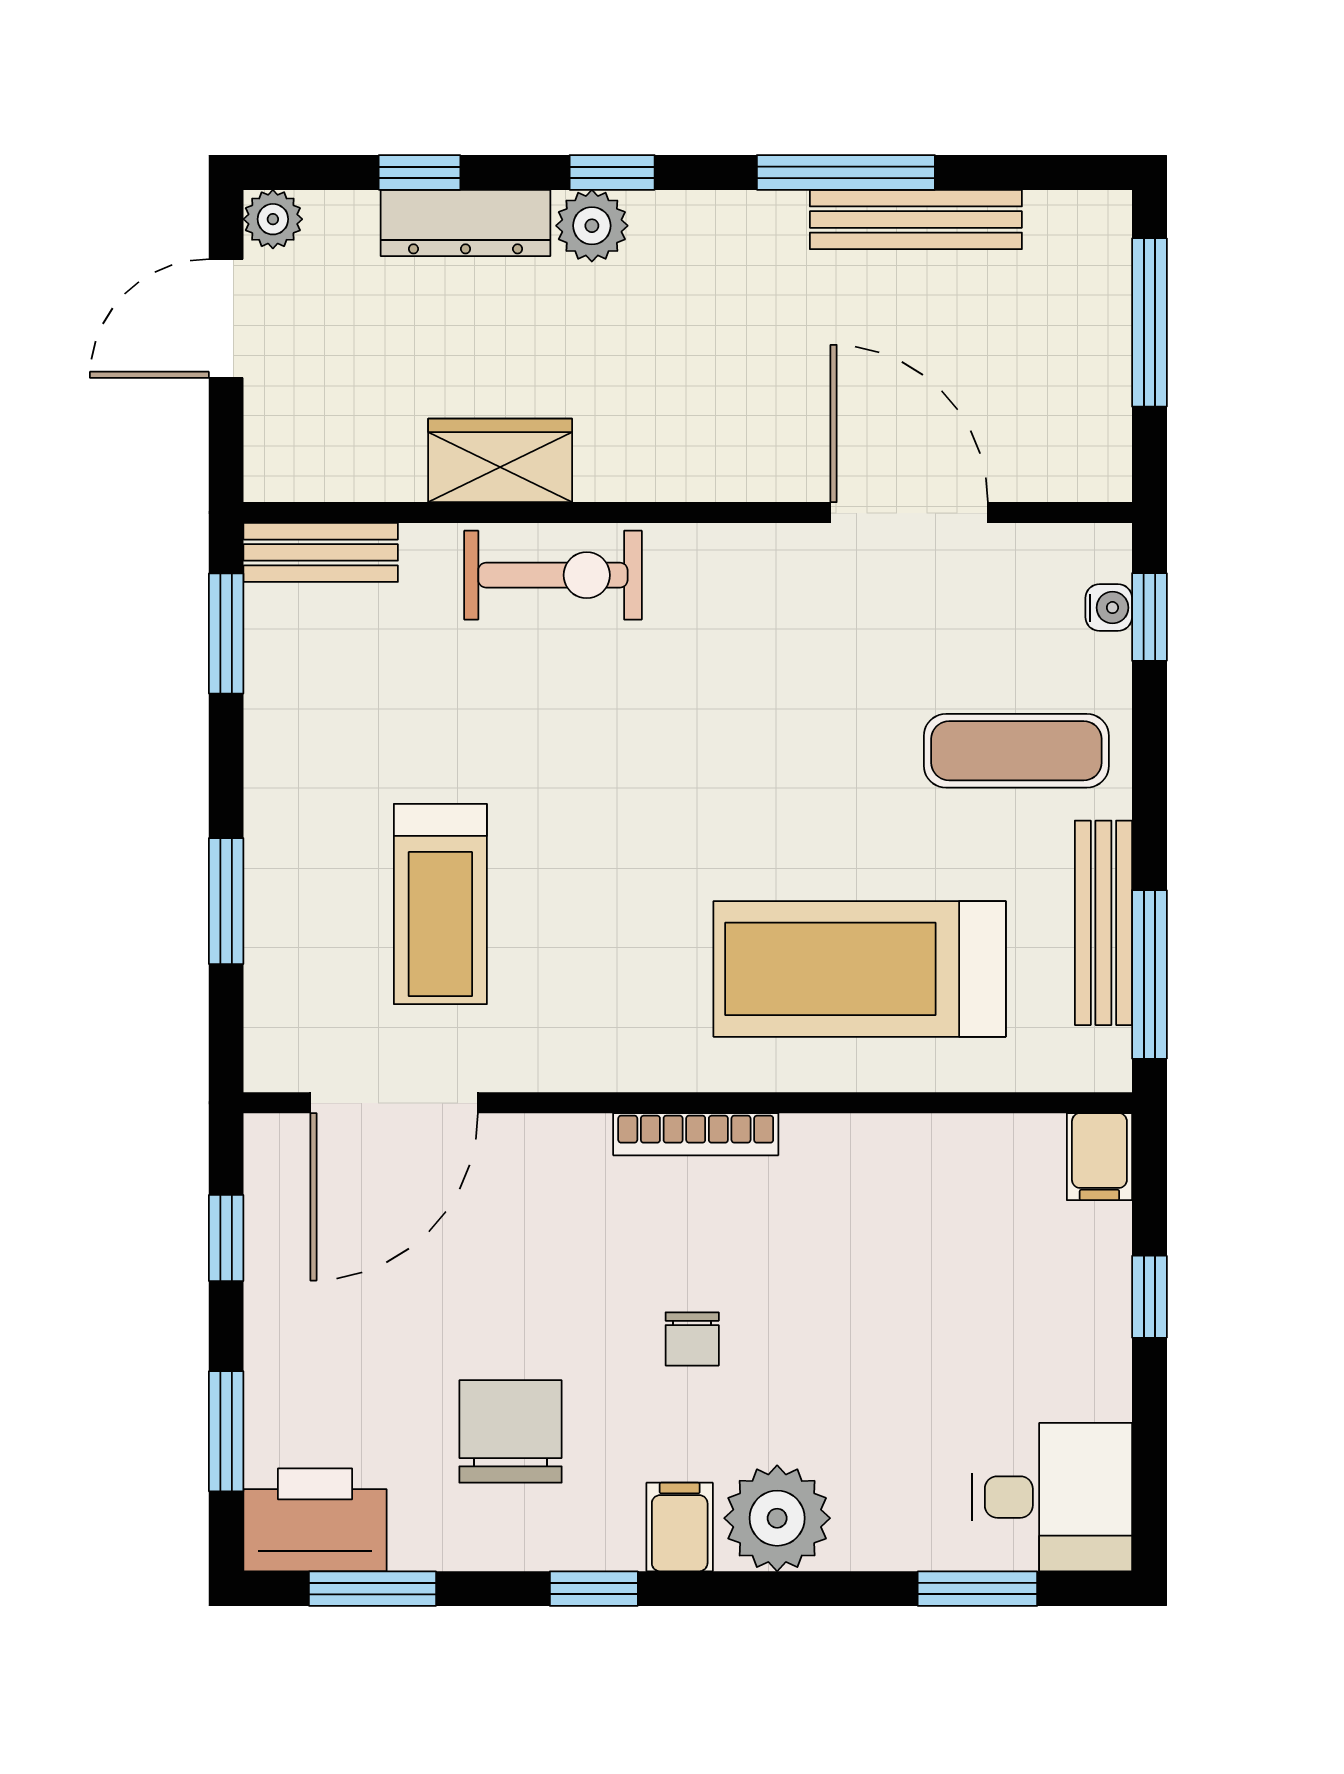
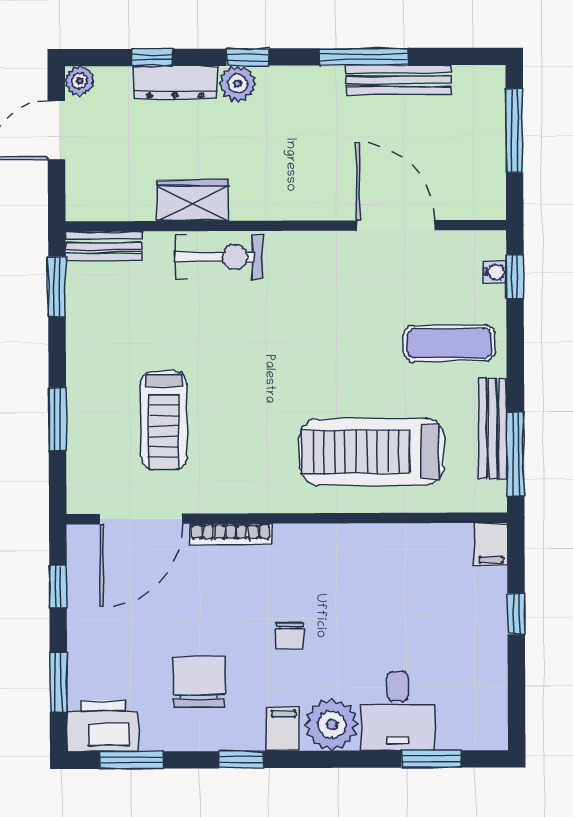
bookcase: (696, 1134) -> (231, 534), moved
desk: (1052, 1497) -> (398, 711), moved, turned 90

